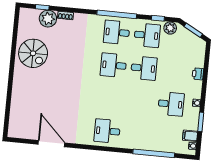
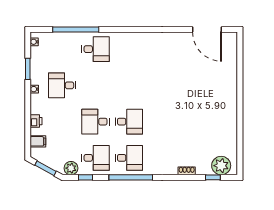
plant: (48, 19) -> (221, 166), moved
desk: (147, 35) -> (96, 158), turned 180
spiral stairs: (33, 53) -> (218, 126), removed
desk: (107, 131) -> (96, 49), moved
filing cabinet: (190, 136) -> (38, 141), moved
door: (51, 144) -> (207, 29), moved

